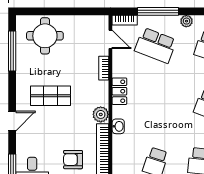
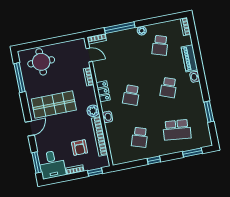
school desk: (155, 45) -> (131, 95), moved, width x0.54
shop shelf: (50, 96) -> (54, 105), width x1.43, depth x1.36
armchair: (73, 160) -> (80, 148), turned -90

